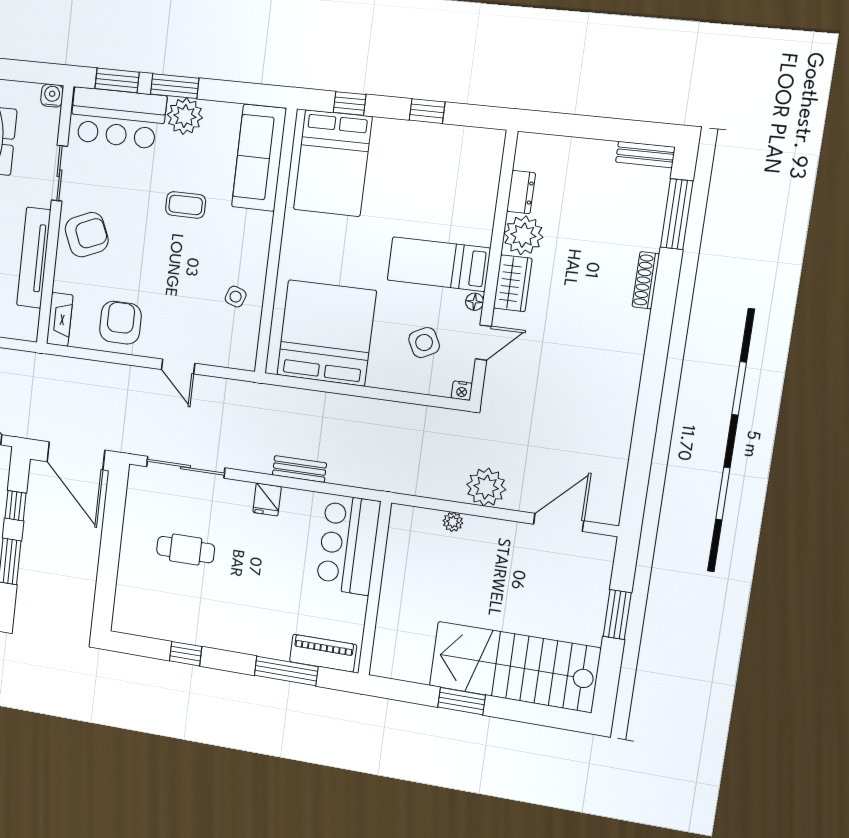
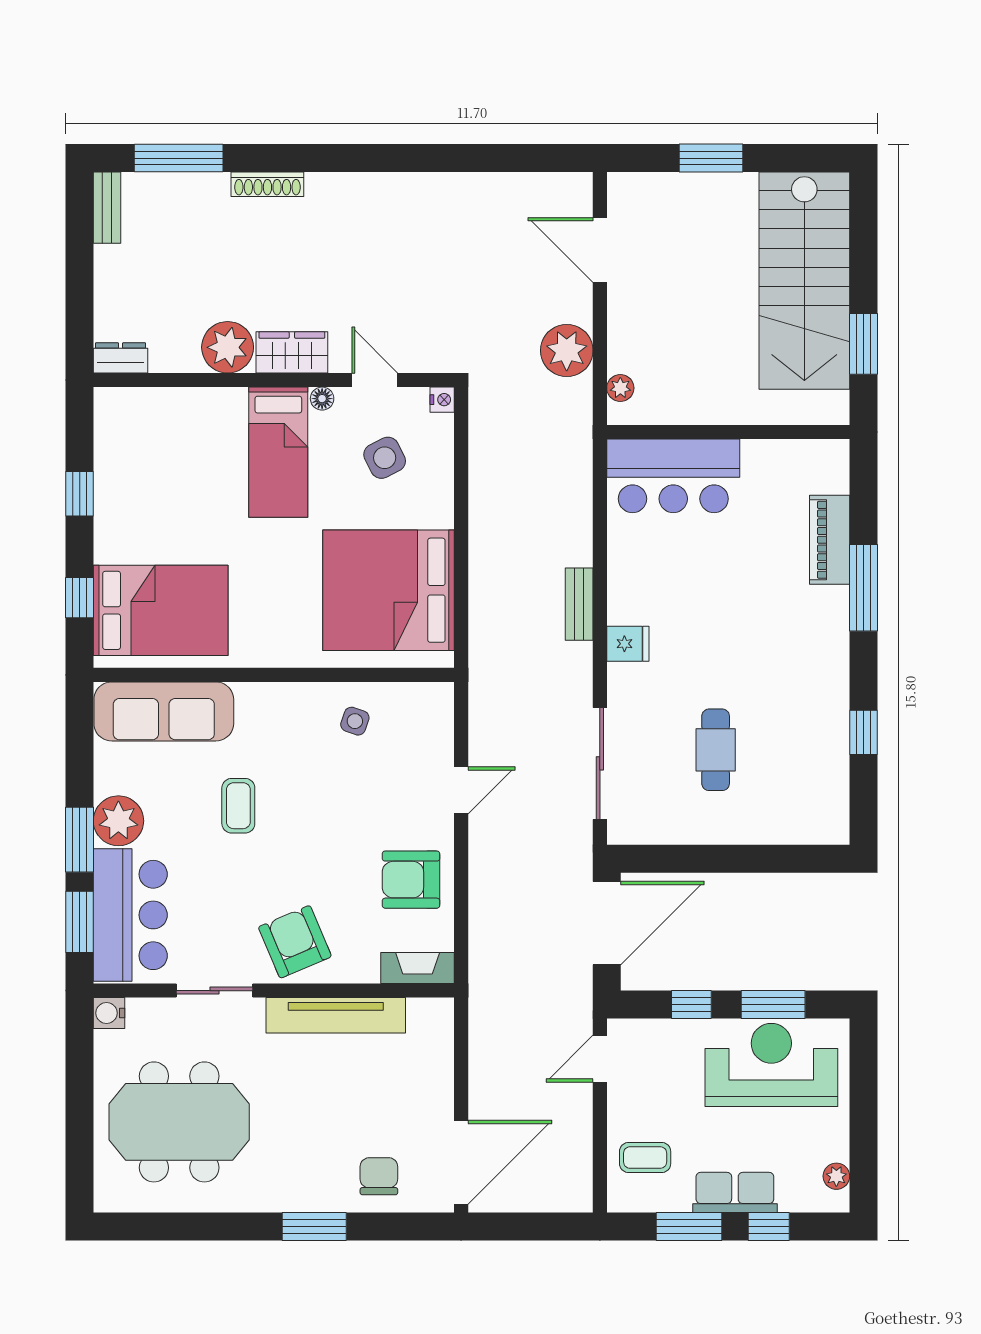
dresser: (521, 192) -> (121, 358), moved
bar counter: (348, 545) -> (673, 476), moved
wall: (375, 589) -> (728, 432), moved

